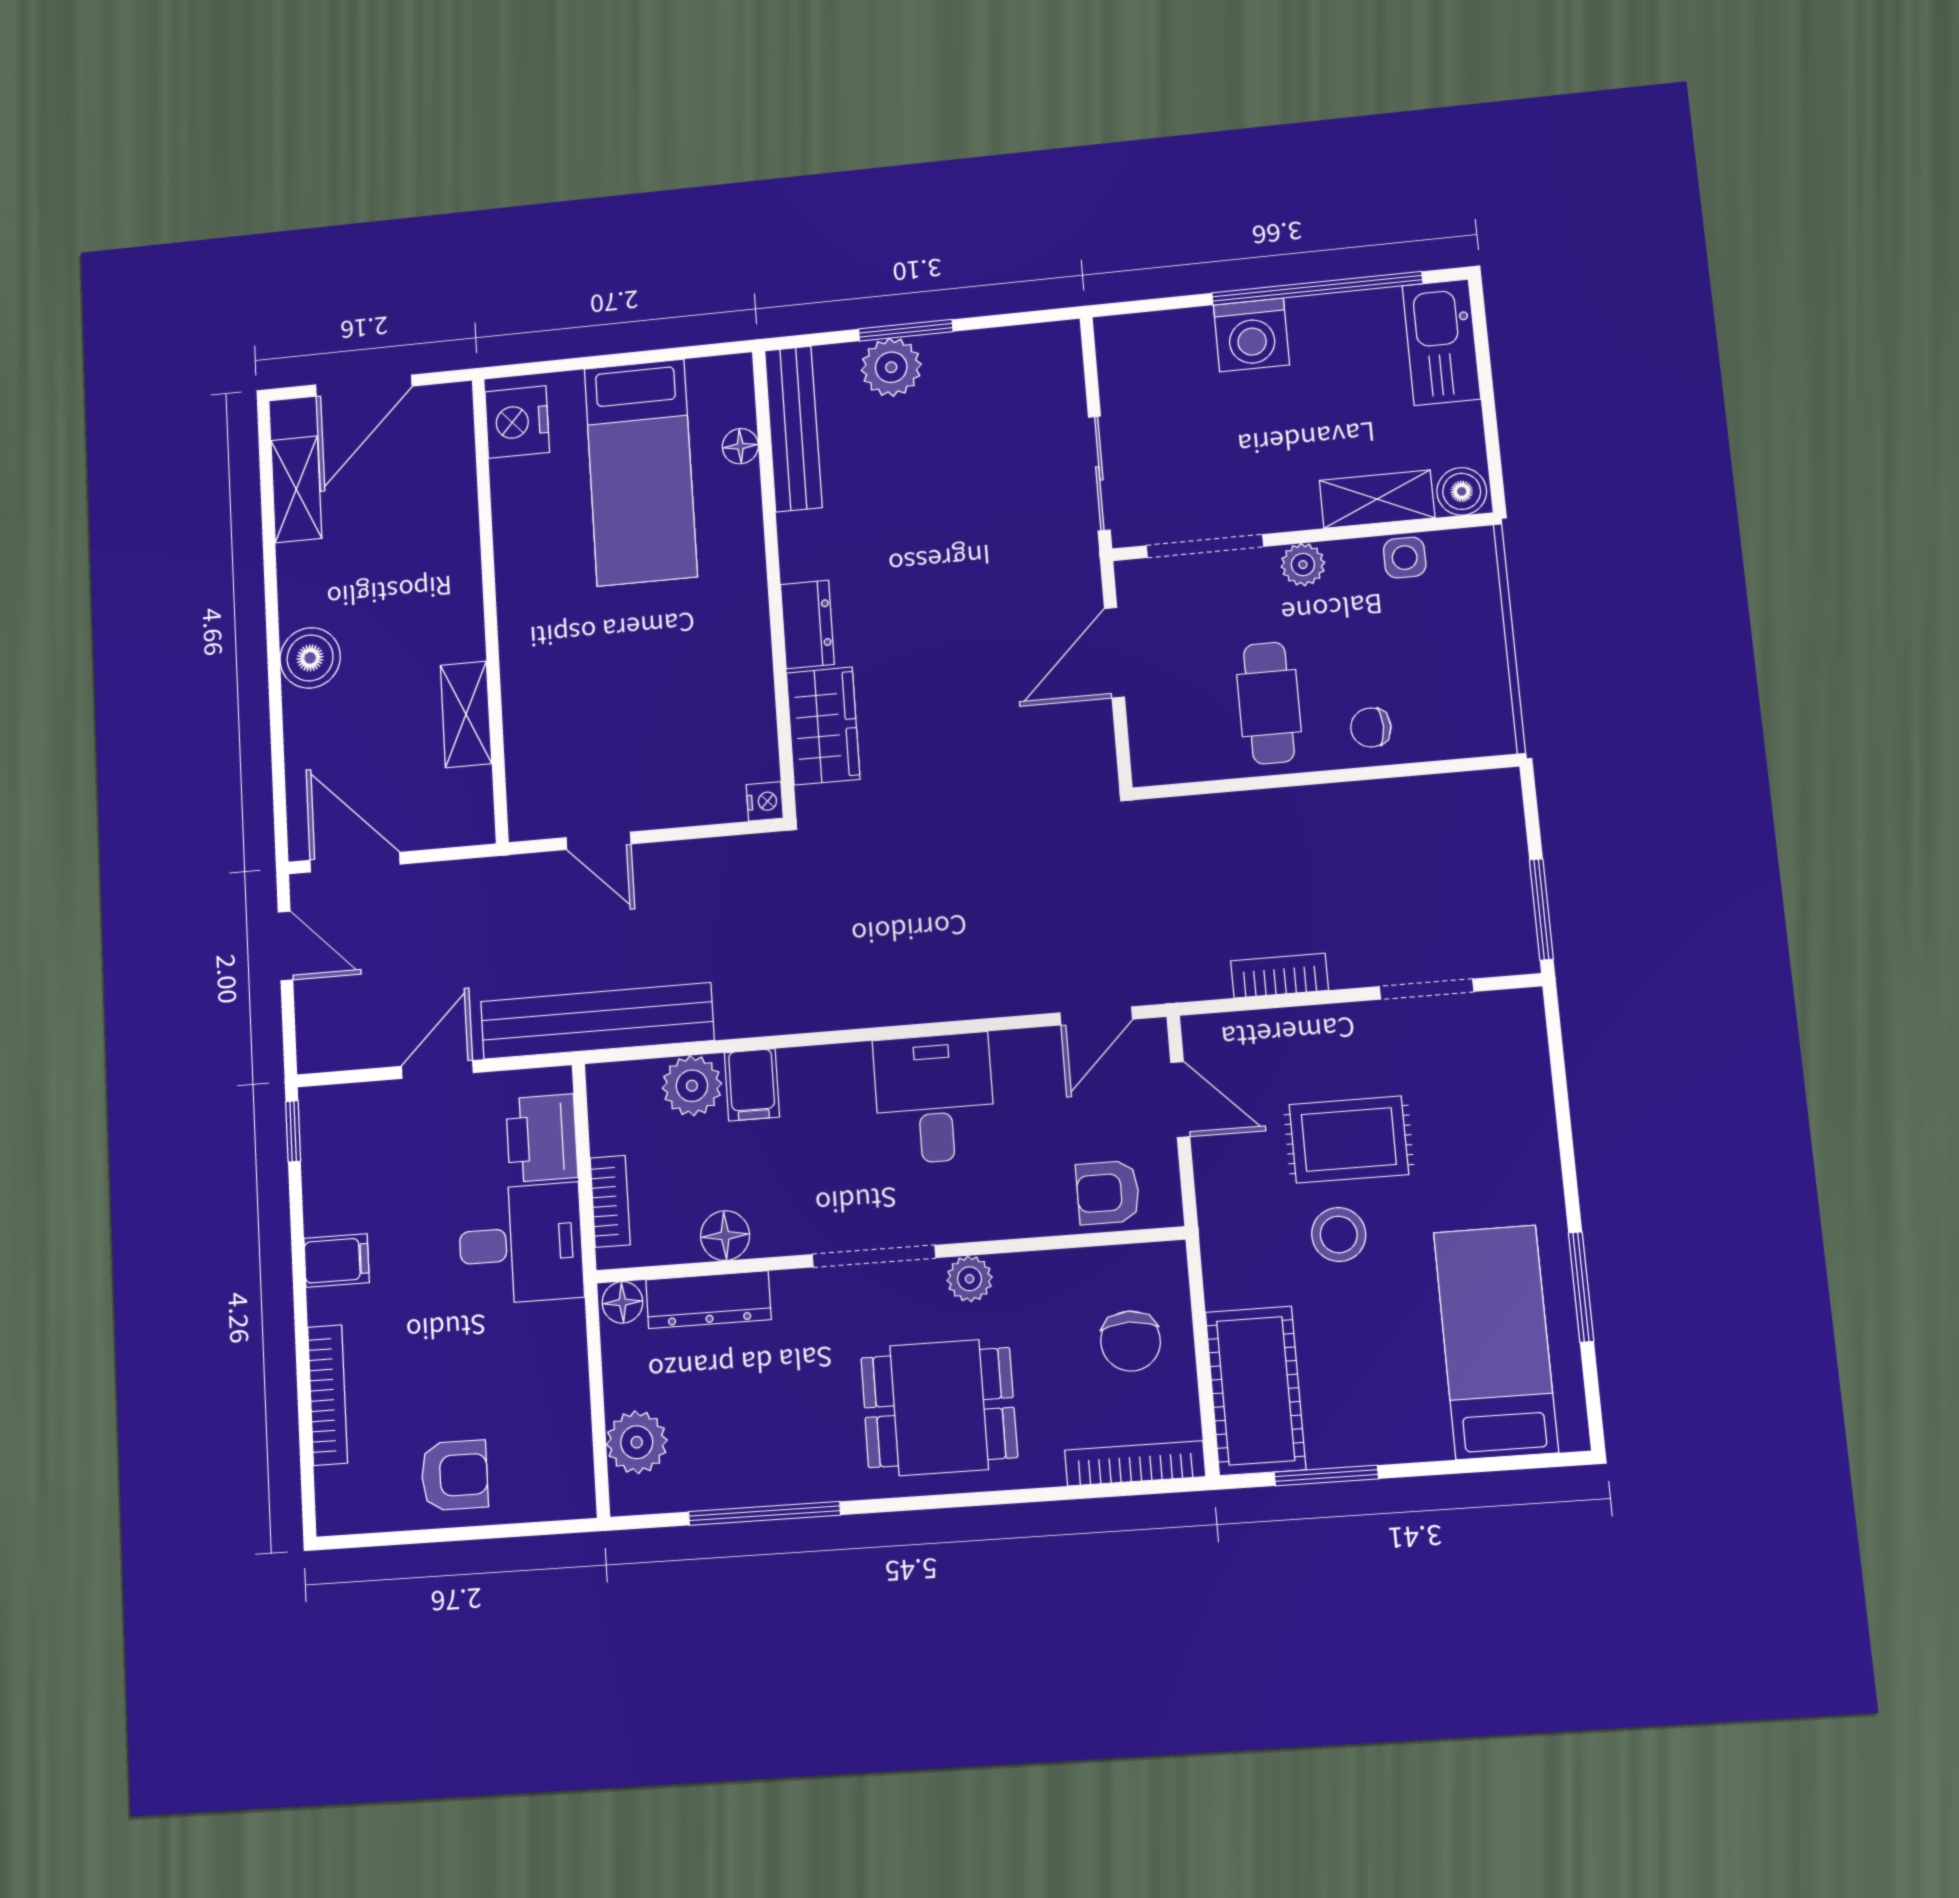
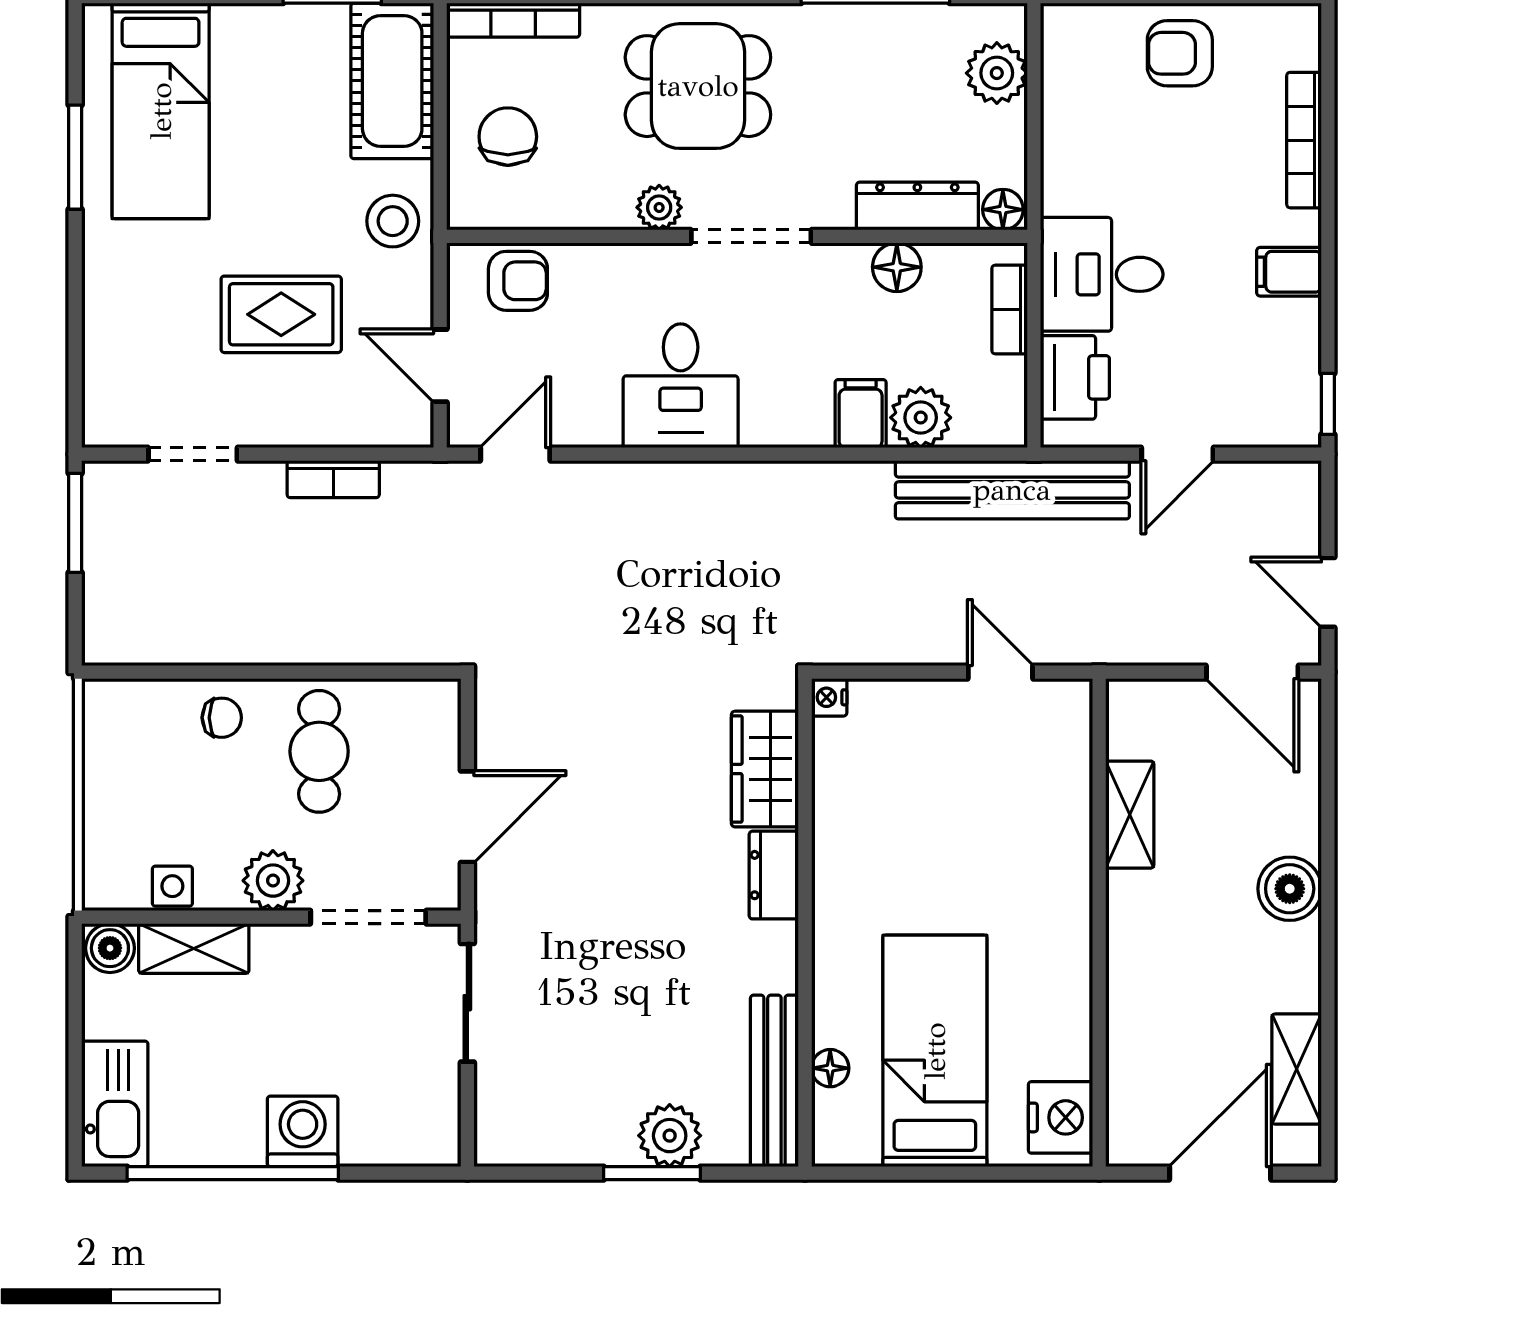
plant: (1303, 565) -> (273, 881), width x1.38, depth x1.38
stool: (1339, 1235) -> (393, 221), moved

